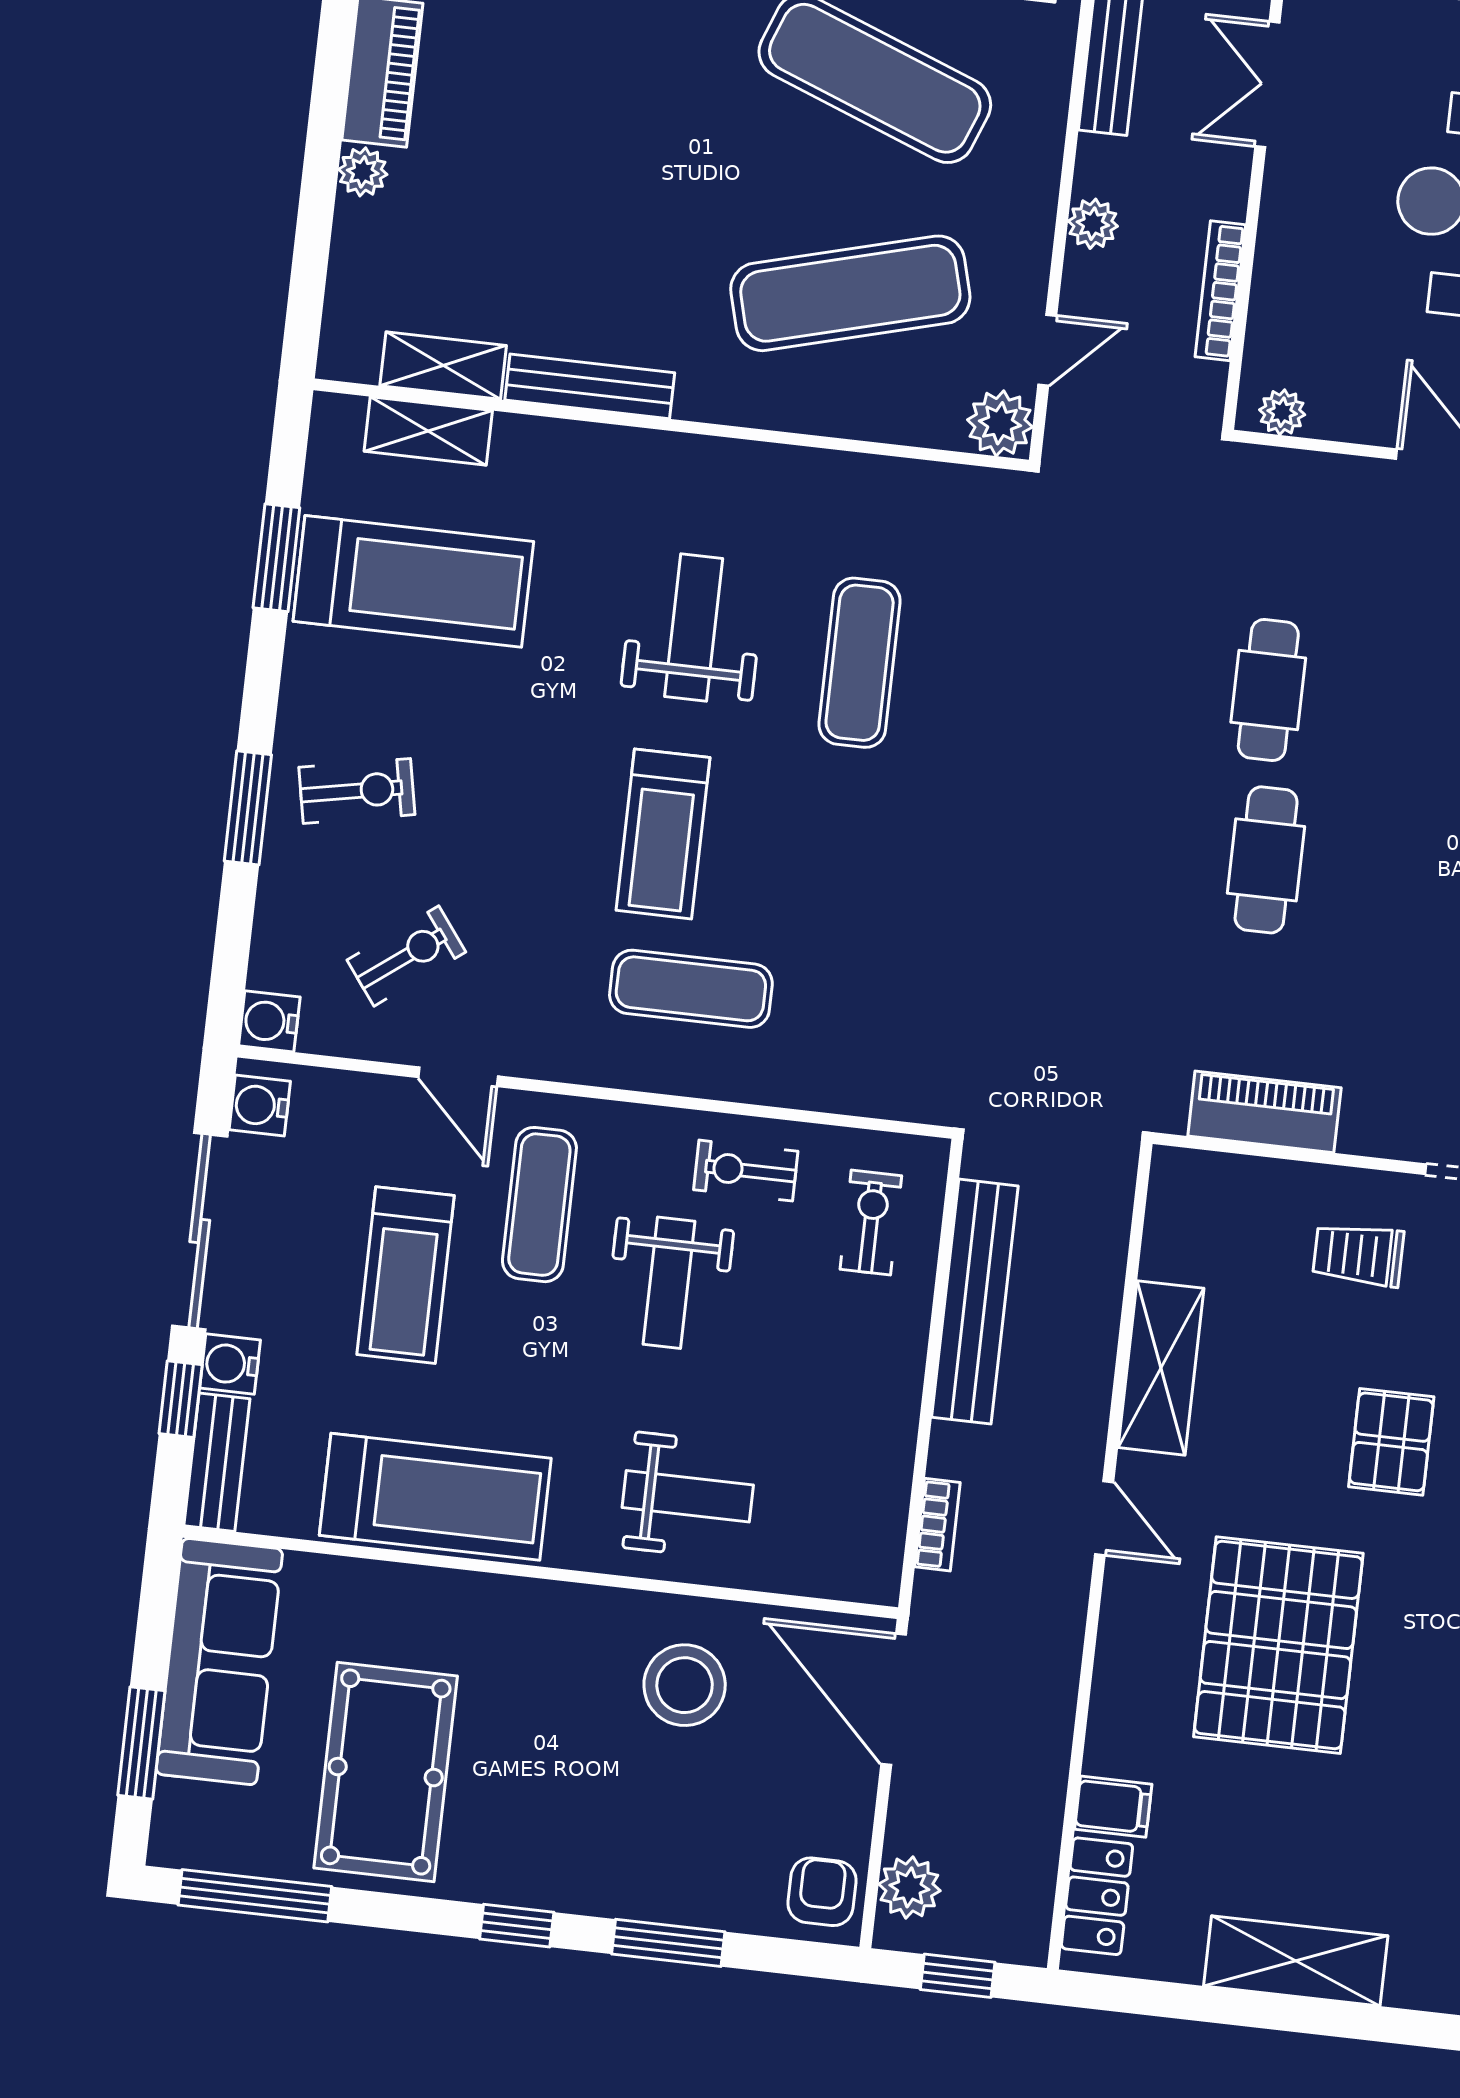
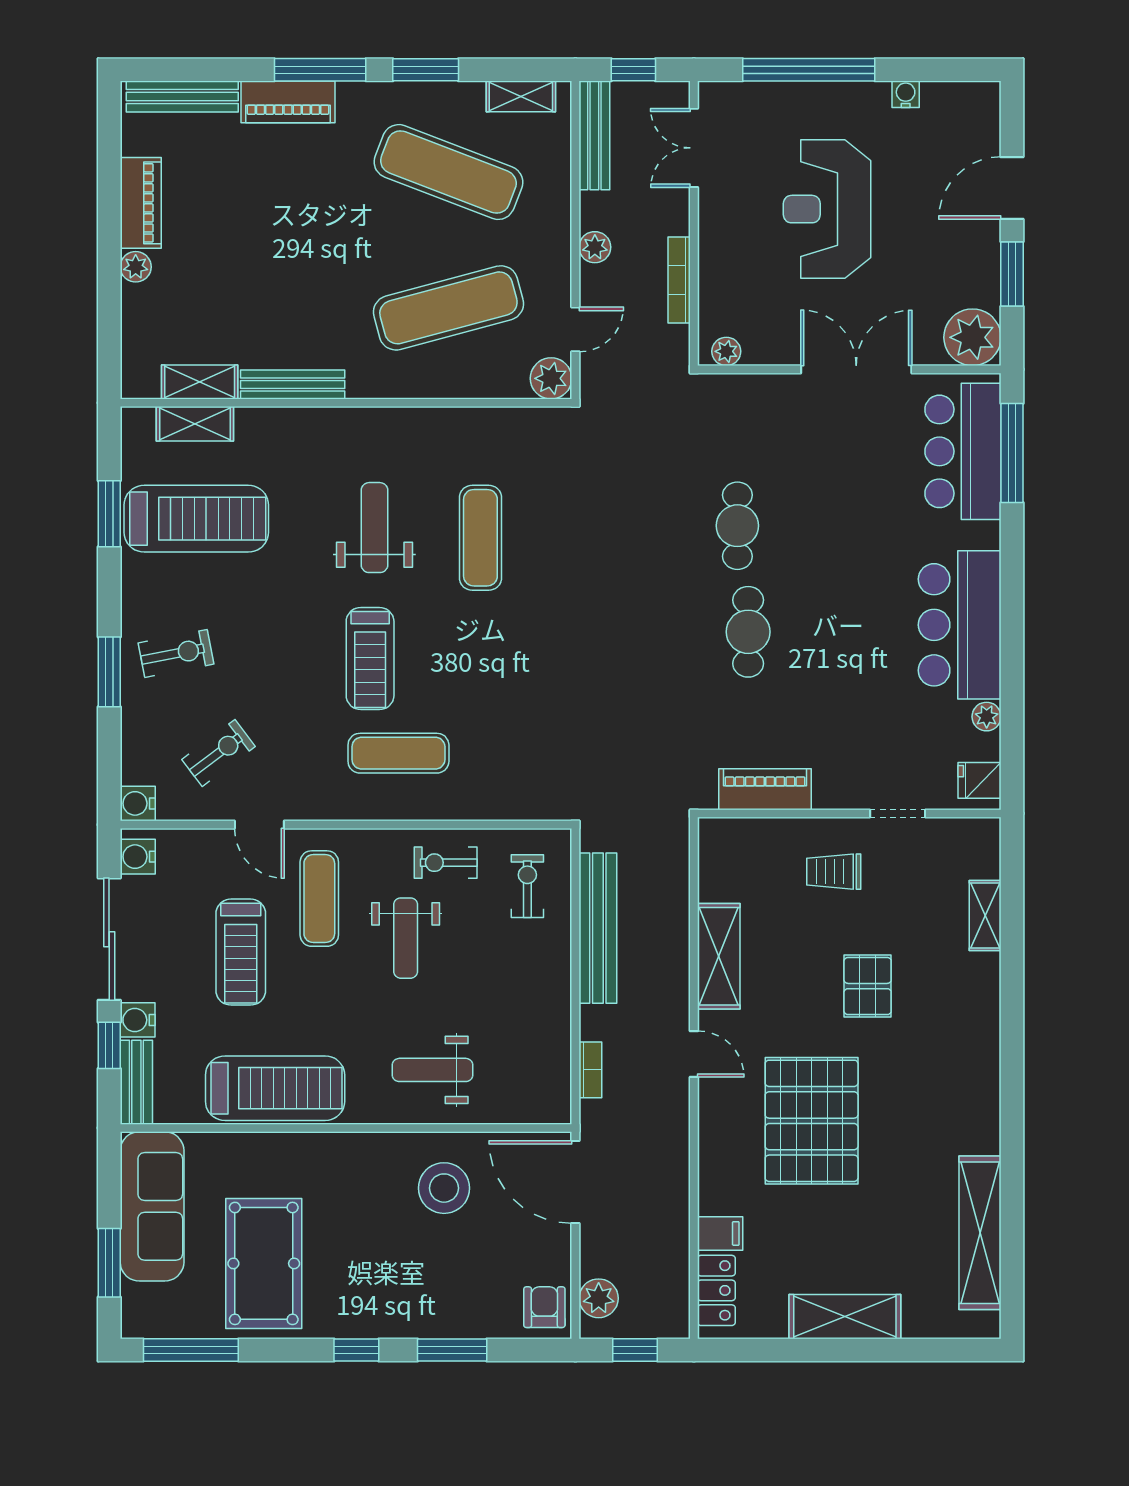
weight bench: (688, 1496) -> (433, 1070), turned 180

